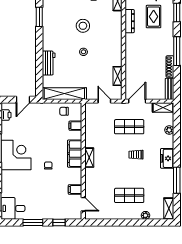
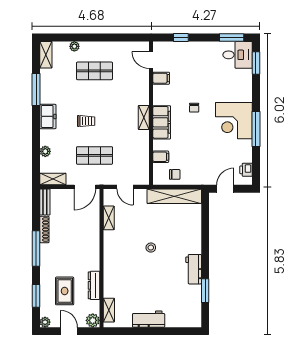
stool: (83, 26) -> (151, 280), removed
workbench: (49, 63) -> (194, 269), moved
window: (33, 223) -> (232, 38), moved

